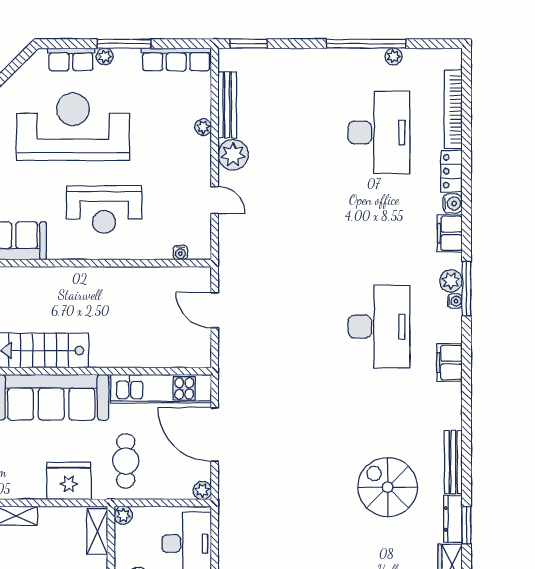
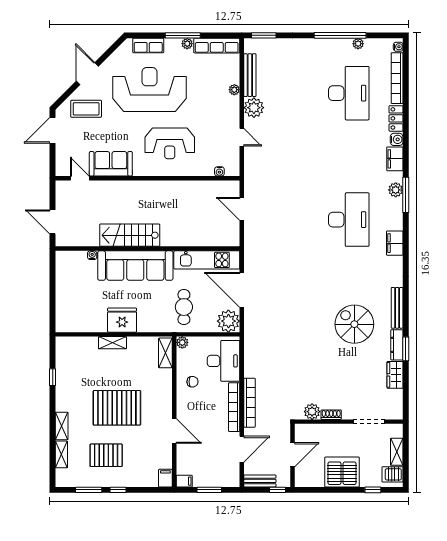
plant: (105, 56) -> (187, 44), moved
water cooler: (455, 301) -> (398, 47), moved
fridge: (69, 481) -> (122, 320), moved
plant: (202, 490) -> (228, 321), width x1.87, depth x1.87

